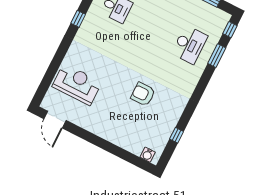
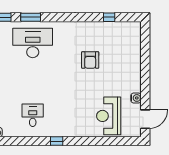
desk: (190, 45) -> (33, 43), width x1.36, depth x1.30
water cooler: (148, 155) -> (136, 98), moved

